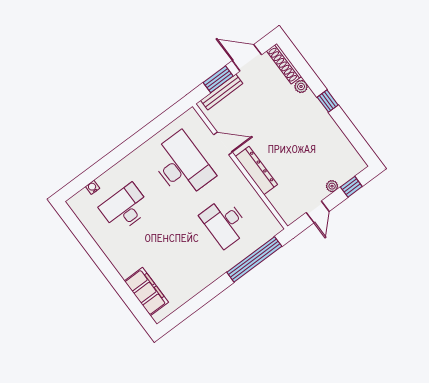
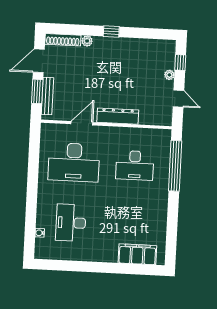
desk: (182, 165) -> (74, 162), turned 180

